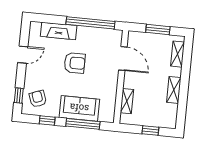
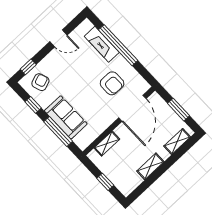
window: (90, 23) -> (118, 45), moved
door: (123, 59) -> (132, 108), width x1.36
armchair: (75, 63) -> (112, 83), moved

